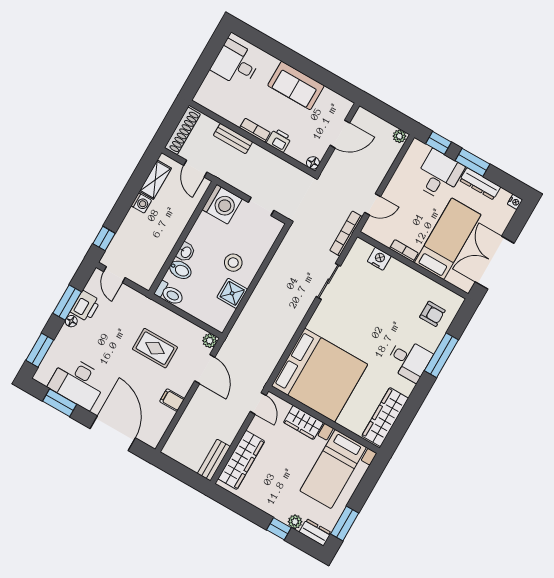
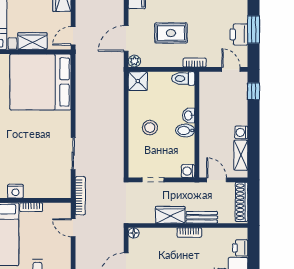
printer: (279, 140) -> (240, 248), moved, turned 90
wardrobe: (264, 160) -> (170, 215), added
washing machine: (222, 204) -> (188, 171), width x0.53, depth x0.53
door: (373, 204) -> (73, 228), hinge flipped
nightstand: (379, 259) -> (15, 191), moved
bidet: (180, 270) -> (185, 131), moved
shower: (232, 293) -> (138, 81), moved
bookcase: (148, 303) -> (195, 63), added
floor lamp: (71, 321) -> (243, 18), removed
door: (205, 369) -> (126, 39), hinge flipped
door: (258, 403) -> (73, 36), hinge flipped

